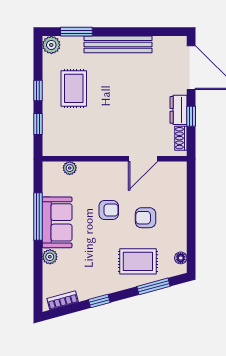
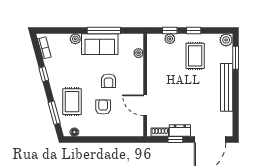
rug: (74, 88) -> (195, 56), turned 90
plant: (50, 124) -> (170, 39), added

